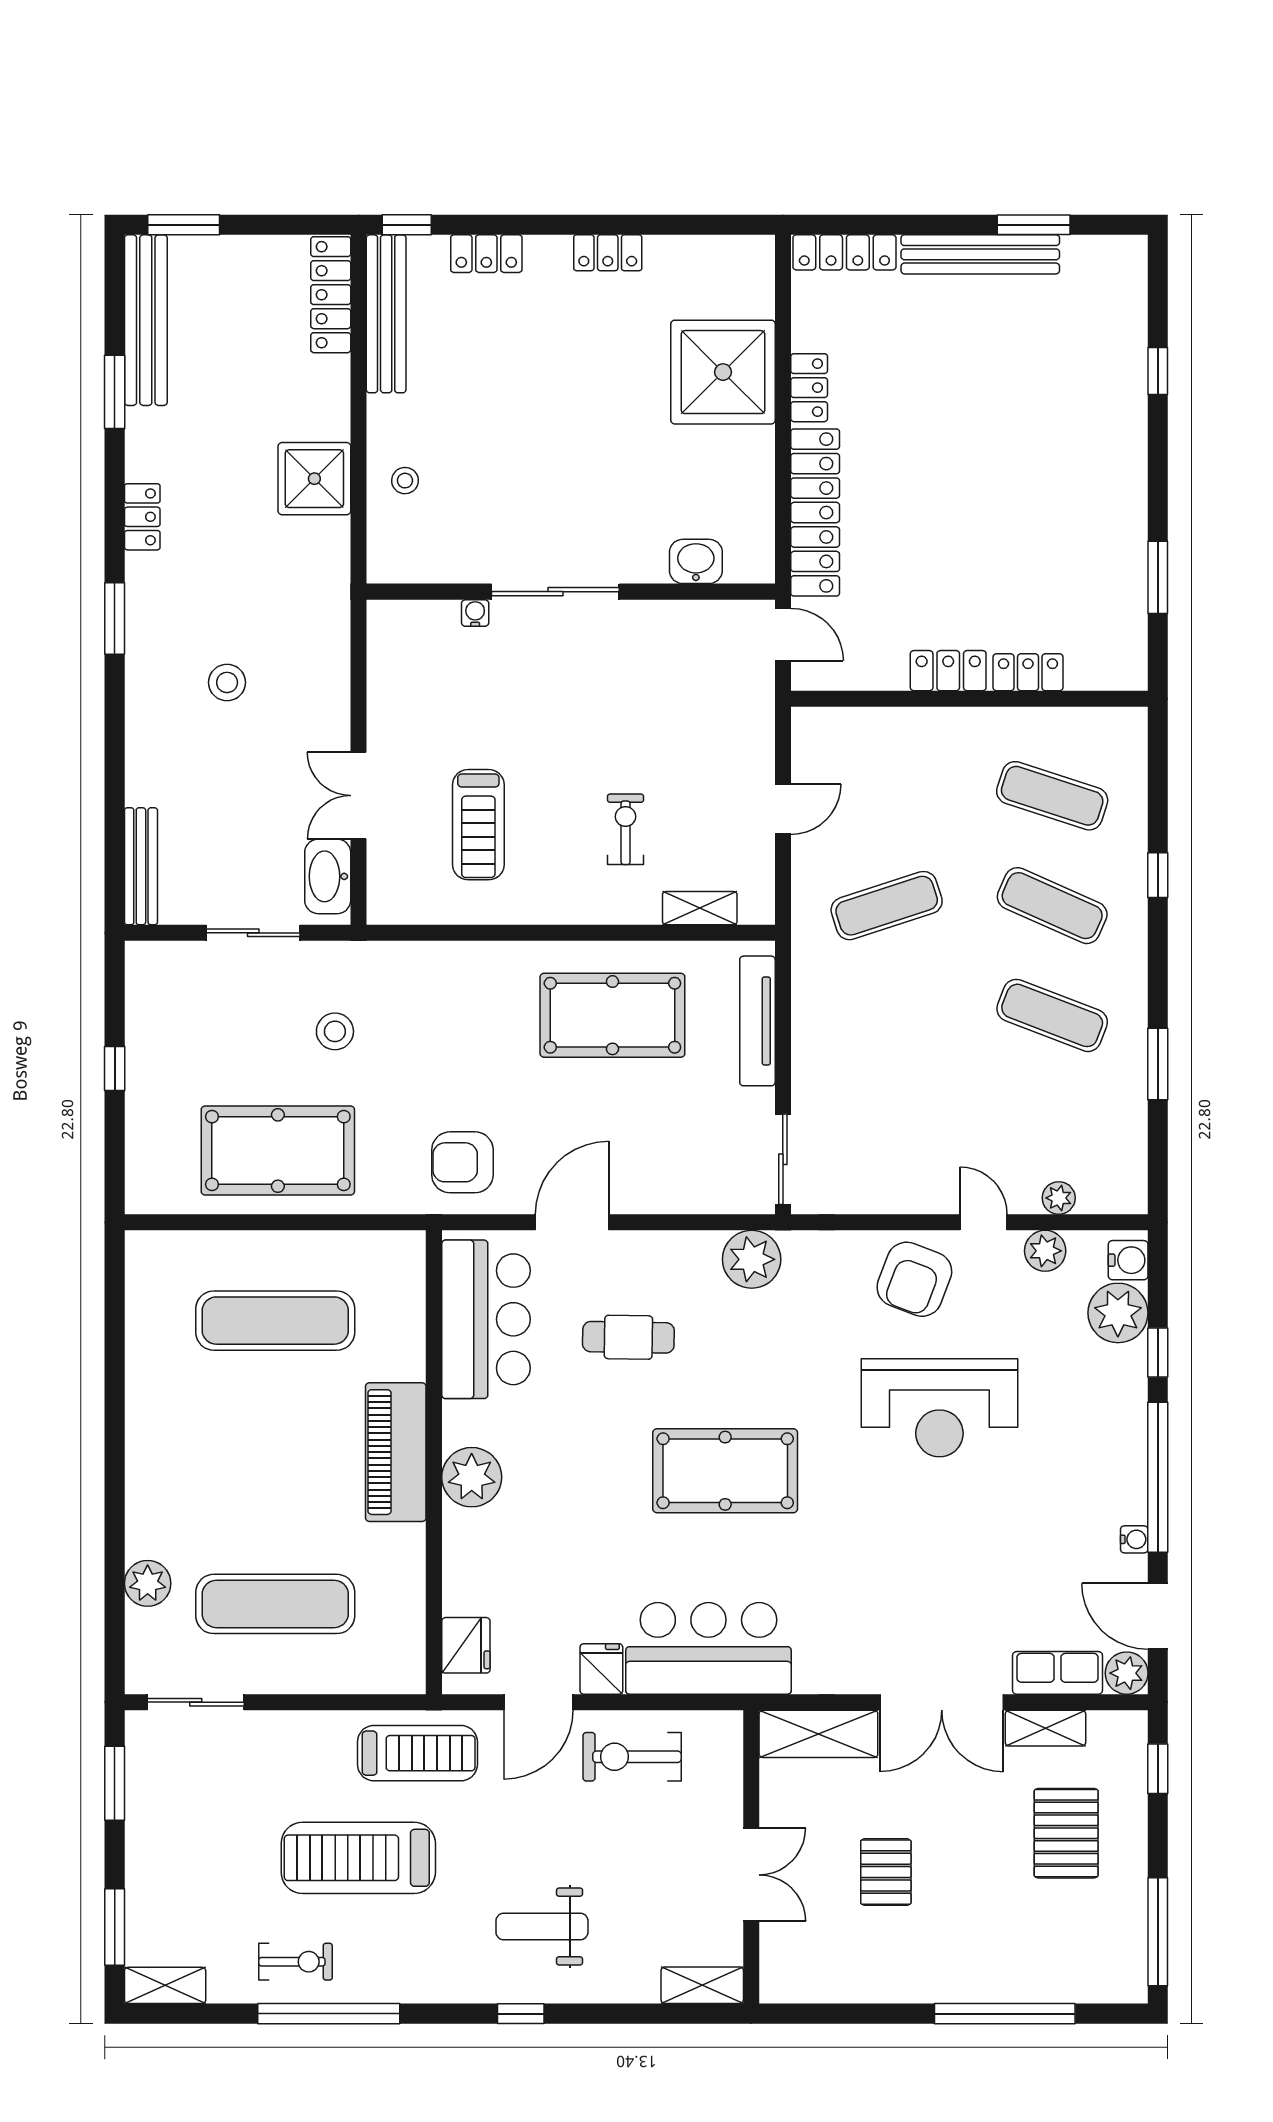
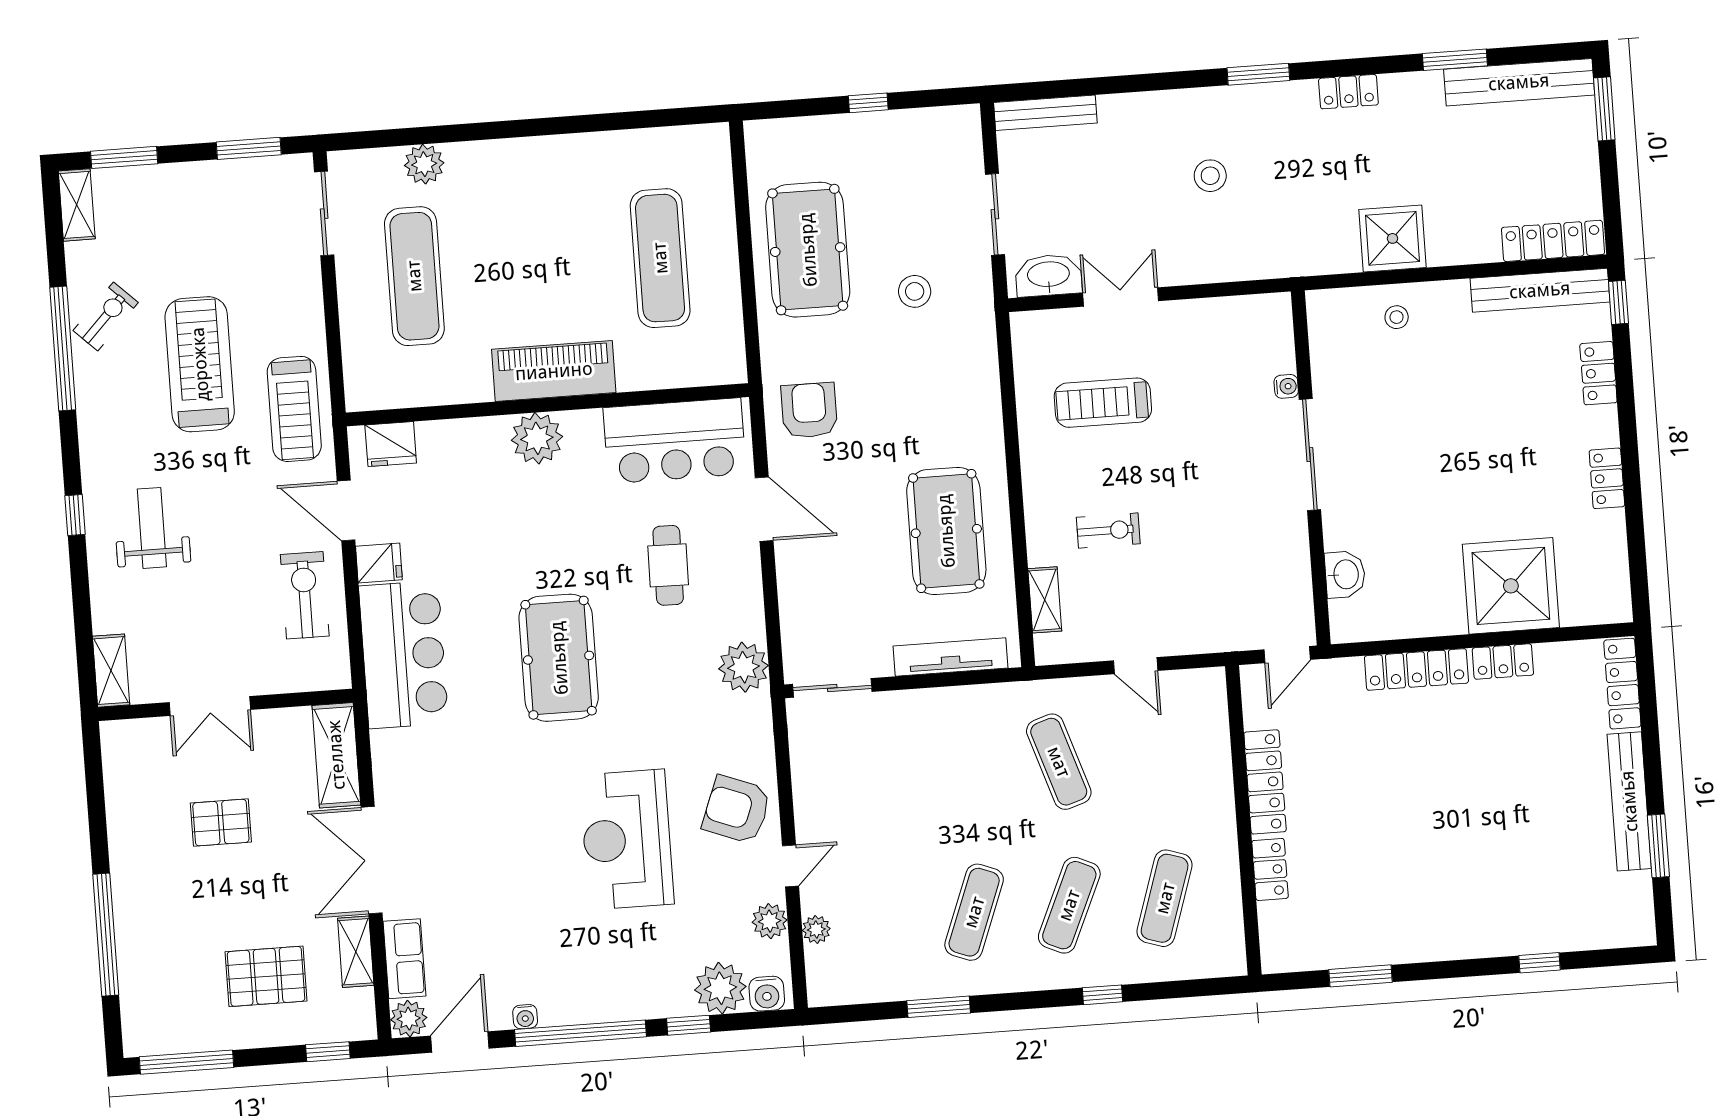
locker: (815, 513) -> (1416, 669), width x0.71, depth x0.83
locker: (948, 671) -> (1265, 782), width x1.53
exercise bike: (296, 1962) -> (106, 317), turned -136

